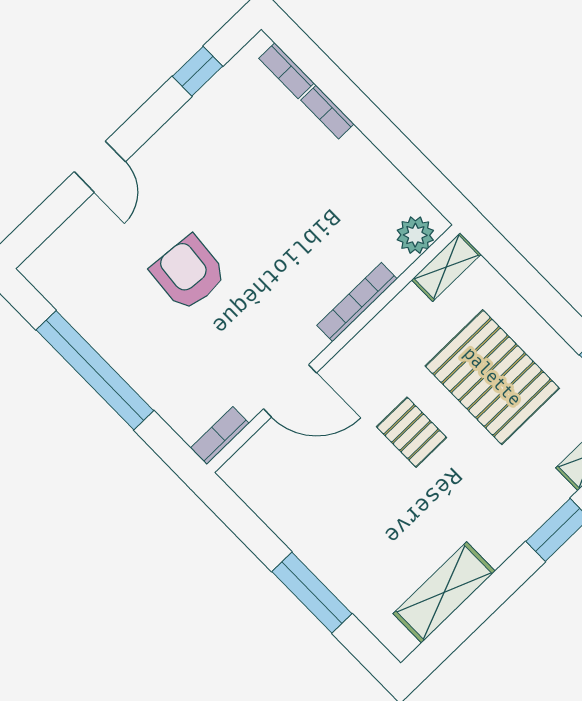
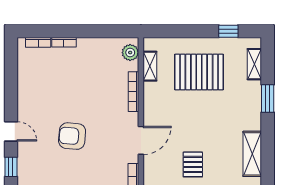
window: (198, 71) -> (11, 167), moved
shelving: (446, 267) -> (150, 66), moved
pallet: (412, 432) -> (193, 164), moved, turned 90

